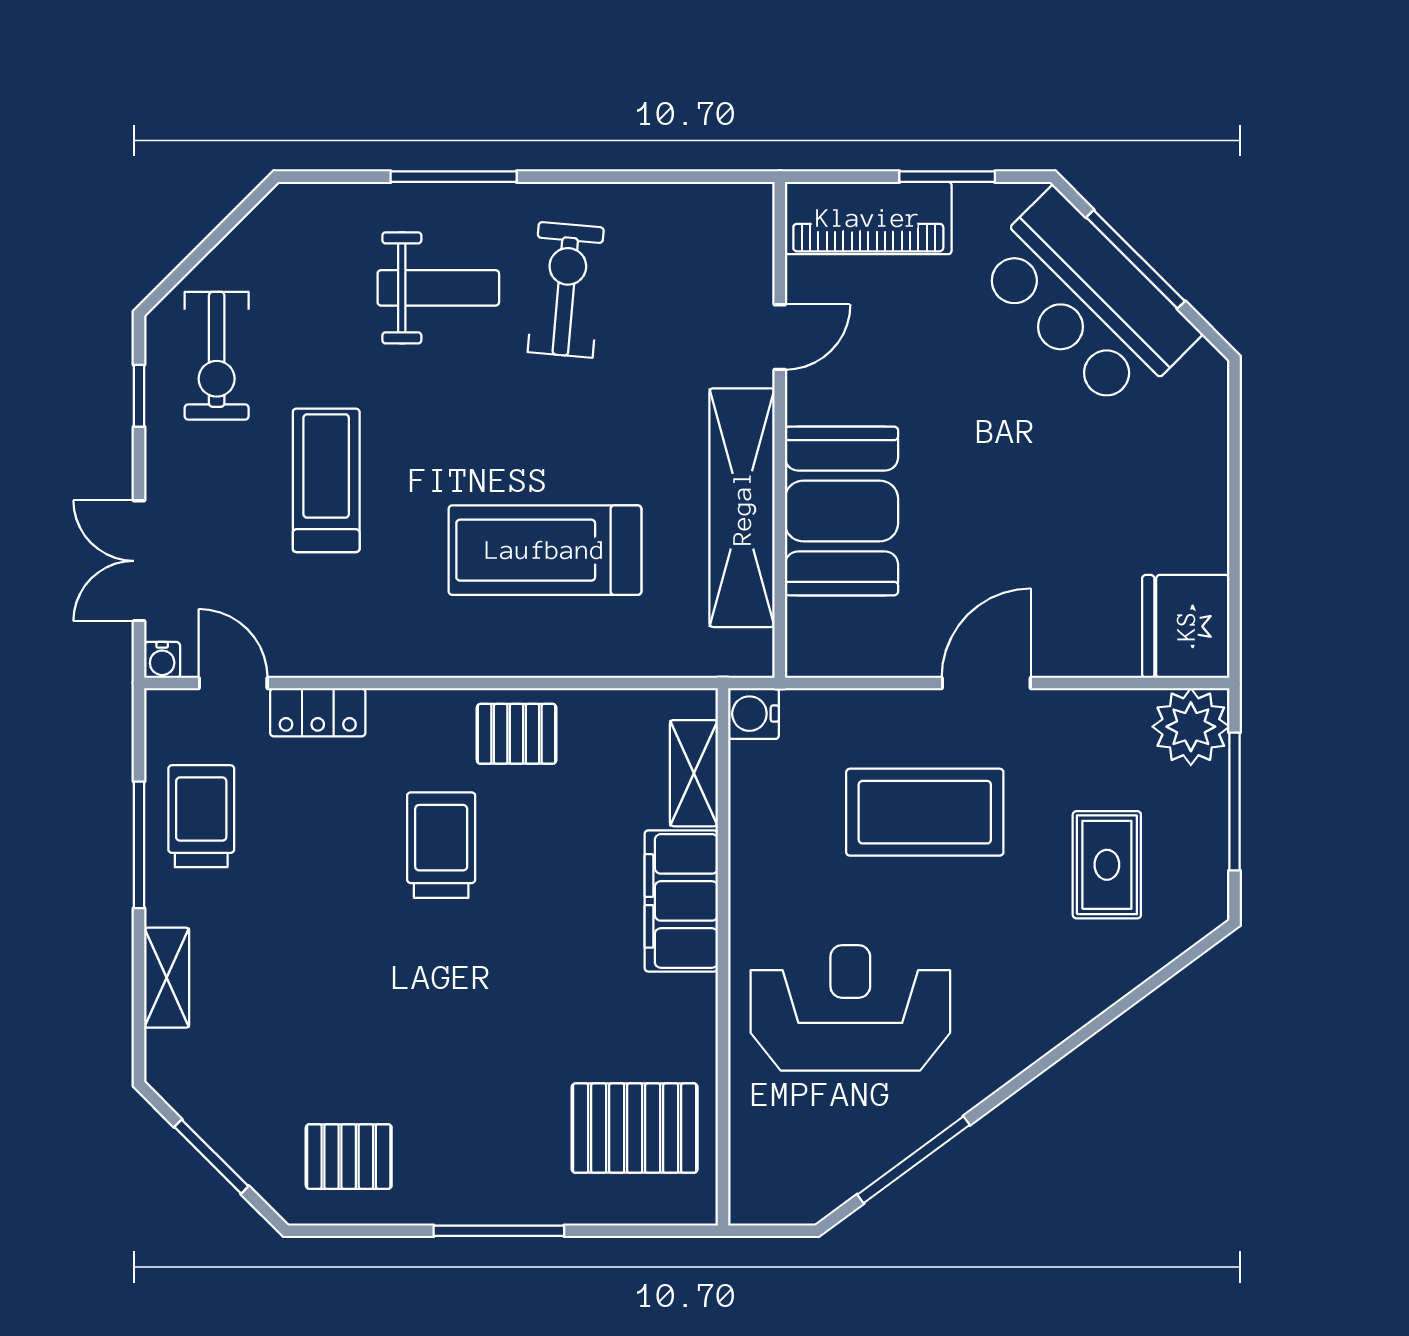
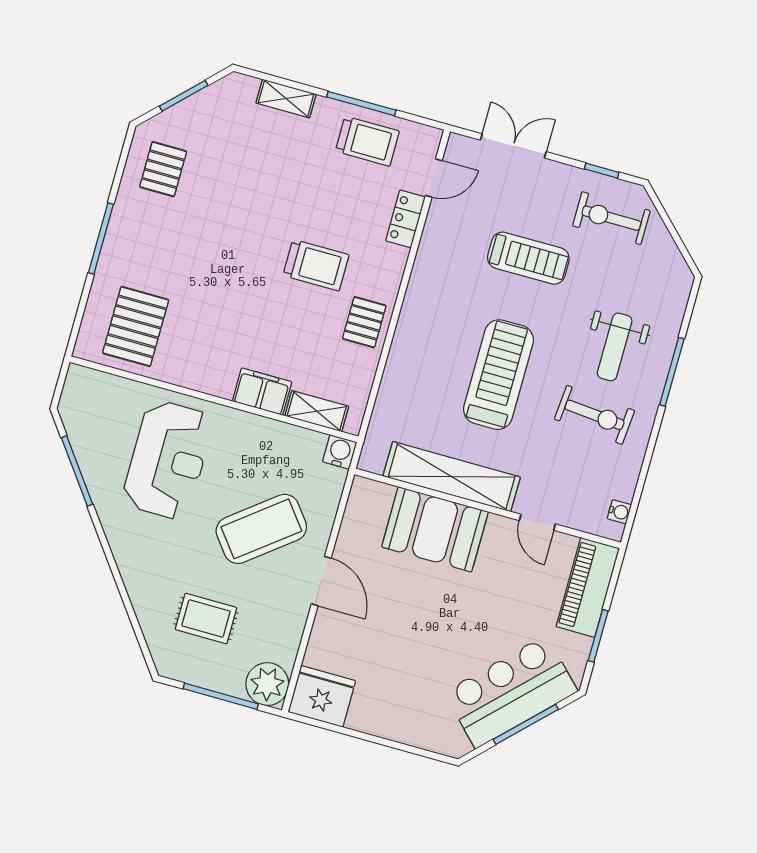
treadmill: (545, 550) -> (498, 375), moved
water cooler: (162, 660) -> (619, 512), moved, turned 180
coffee table: (925, 812) -> (261, 529), turned 52
filing cabinet: (681, 901) -> (262, 392), width x0.67, depth x0.86

